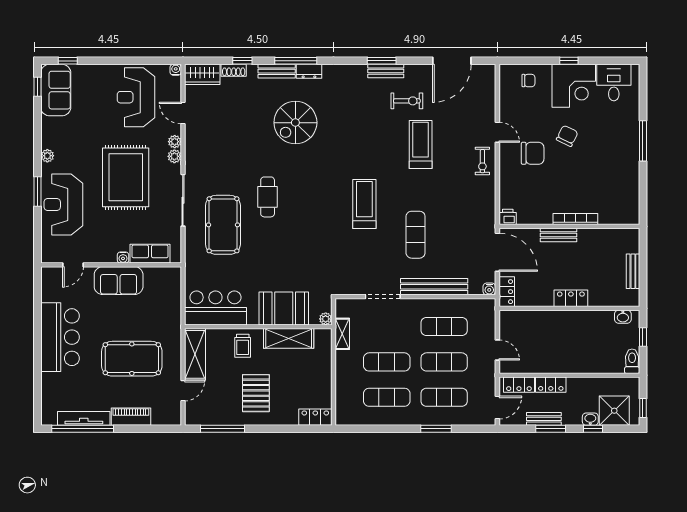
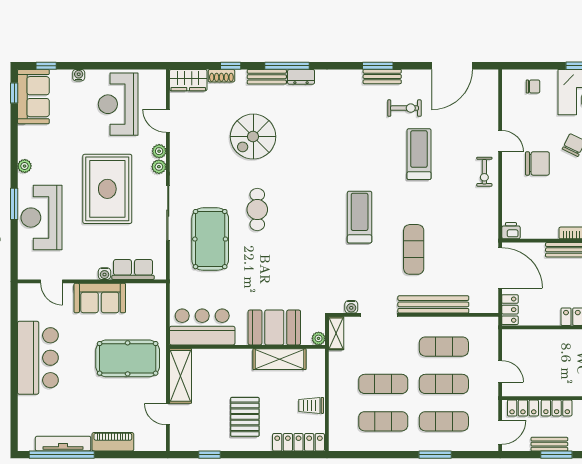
water cooler: (176, 70) -> (79, 75), moved
spiral stairs: (295, 123) -> (253, 137), moved
door: (73, 265) -> (52, 281), hinge flipped
water cooler: (489, 289) -> (351, 307), moved
shelving: (342, 334) -> (336, 333), moved
trolley: (243, 346) -> (311, 405), moved, turned 90
pool table: (132, 359) -> (128, 358), moved
door: (183, 391) -> (168, 414), swing flipped
locker: (315, 417) -> (299, 442), width x1.53
window: (222, 429) -> (210, 455), width x0.46

